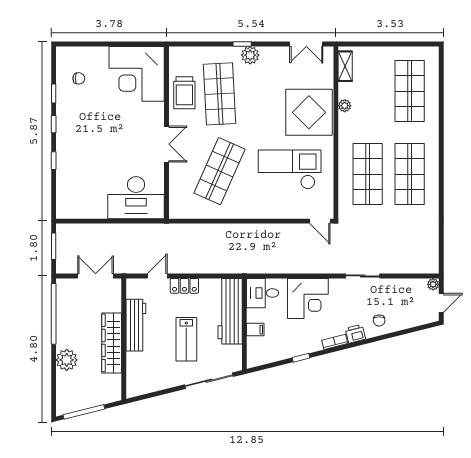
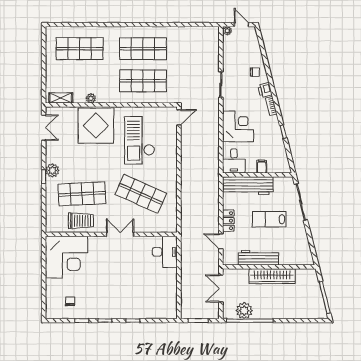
desk: (136, 198) -> (165, 252), width x0.73, depth x0.77
lab bench: (186, 339) -> (269, 219), turned 180
plant: (67, 360) -> (244, 311), moved

